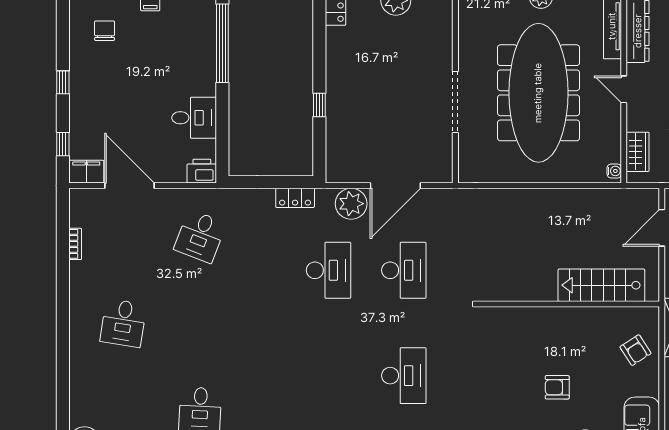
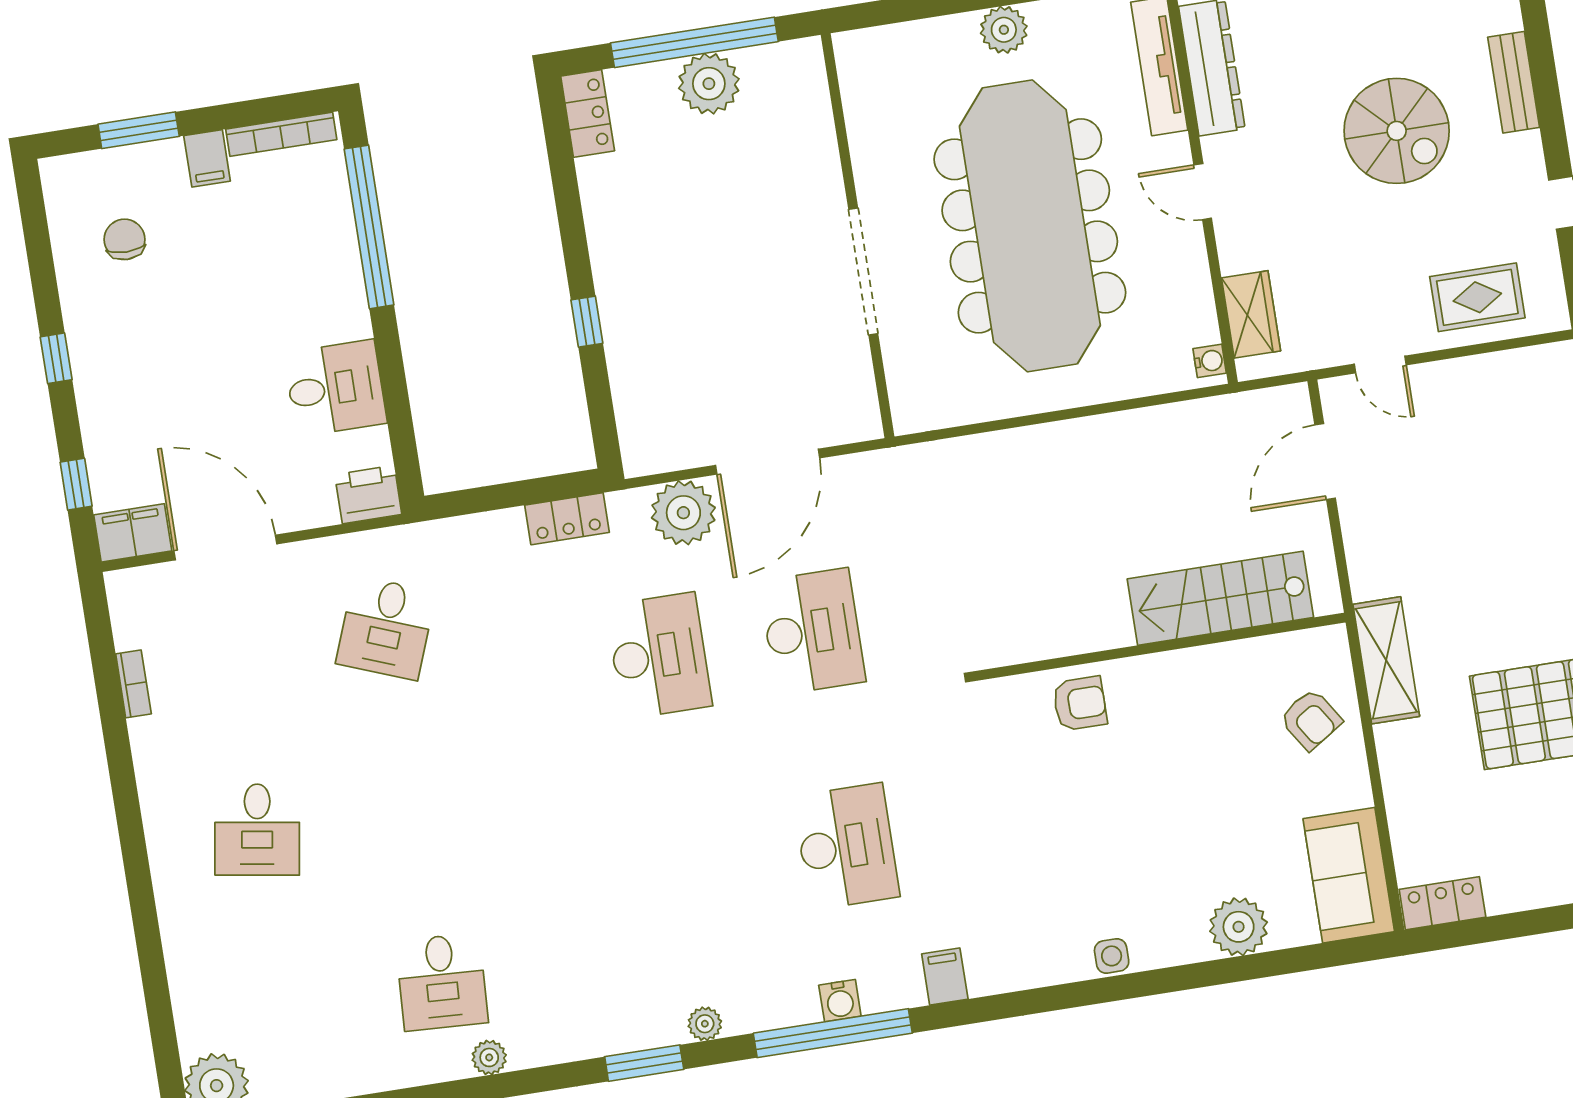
armchair: (557, 387) -> (1080, 704), moved, turned 180

